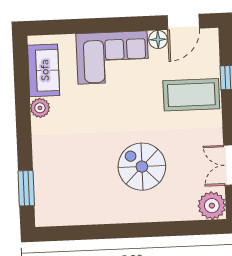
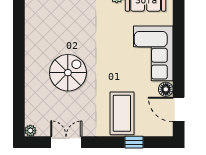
plant: (212, 206) -> (30, 131), width x0.53, depth x0.53

